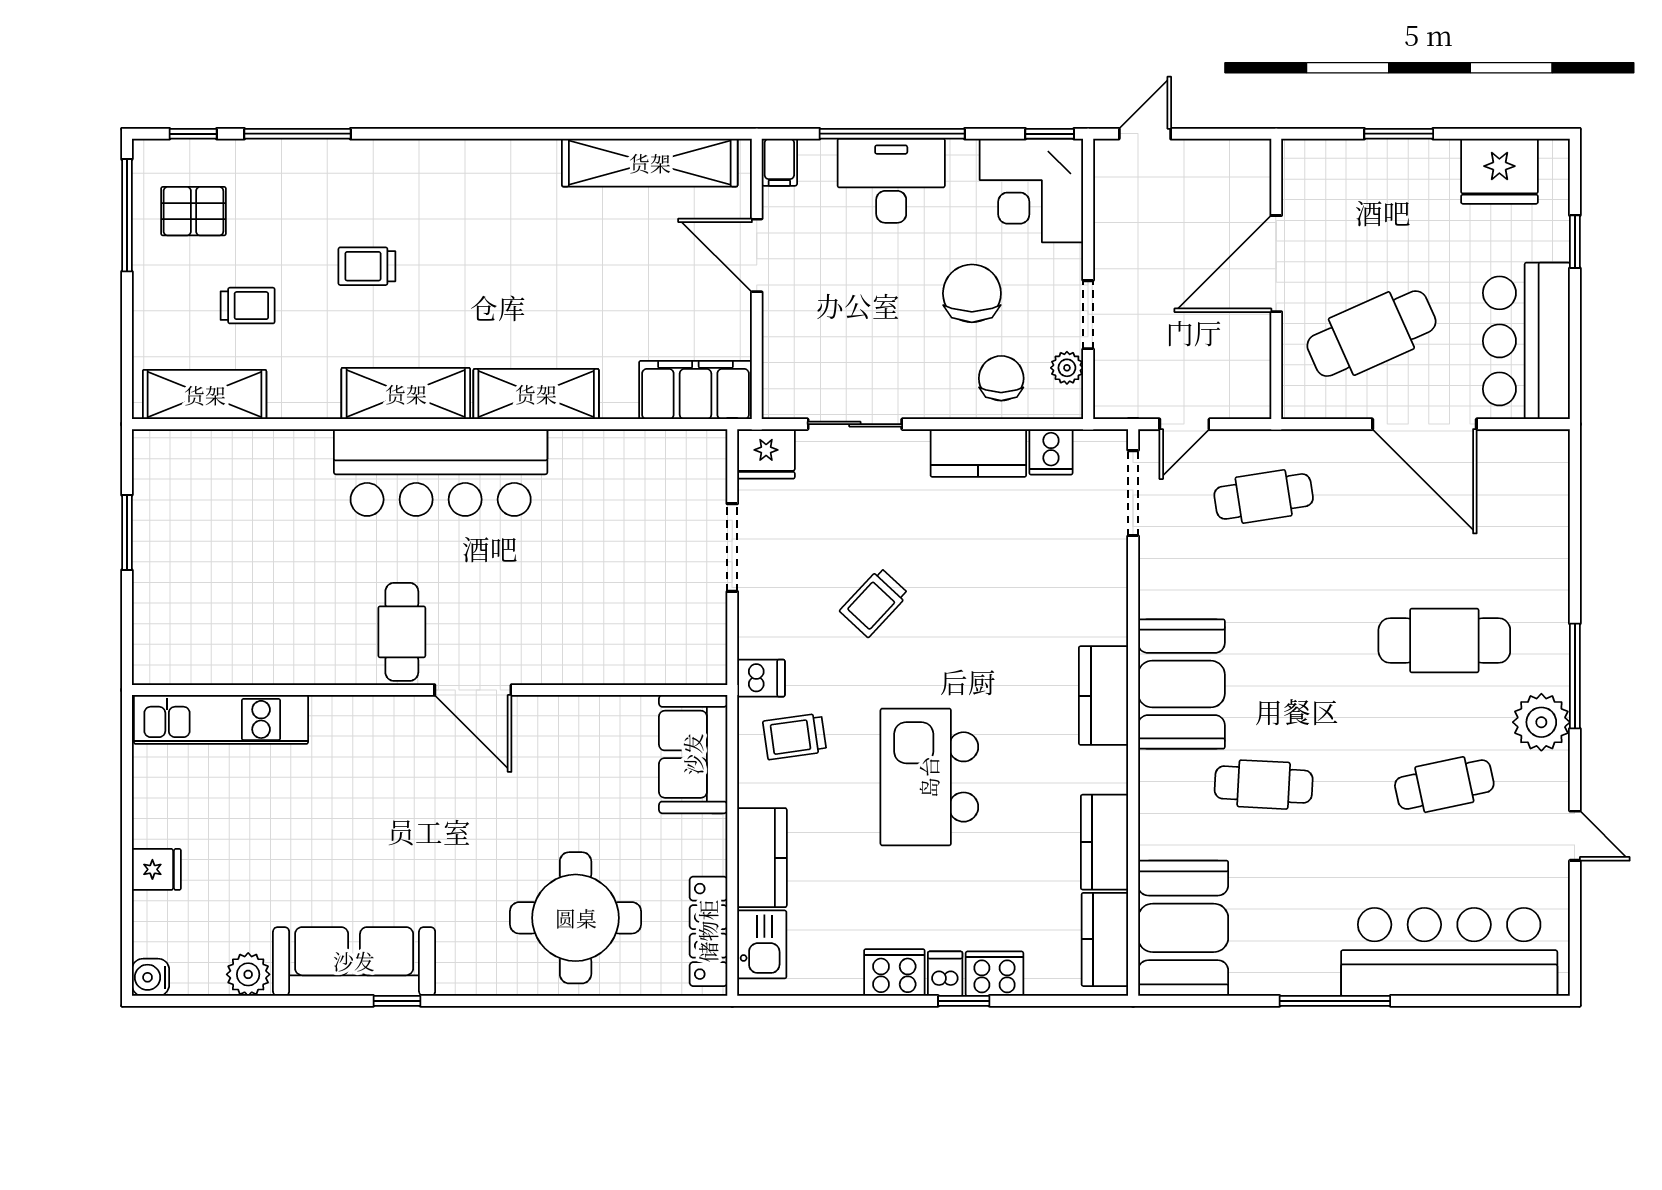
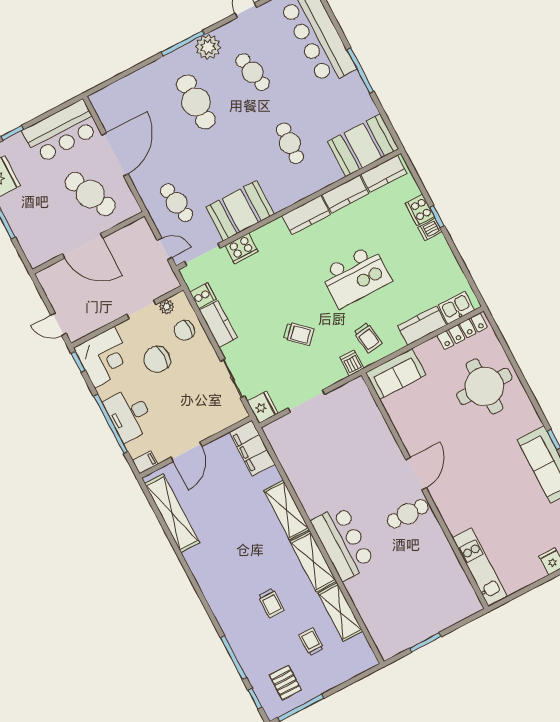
shelving: (205, 395) -> (340, 612), moved
bar counter: (441, 473) -> (343, 543), width x0.73
booth: (1181, 684) -> (240, 211), moved
kitchen counter: (1104, 696) -> (306, 215), moved
cooker: (894, 973) -> (242, 248), moved, turned -90

